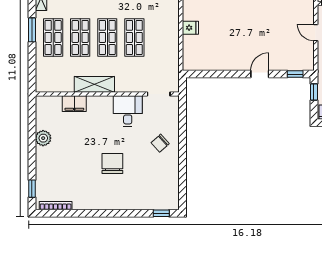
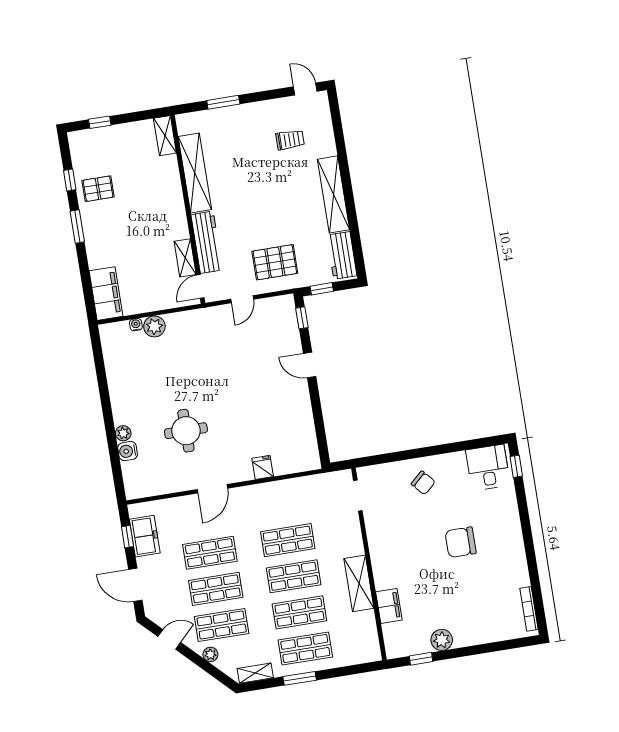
desk: (128, 111) -> (488, 468), moved, turned 90
window: (32, 189) -> (421, 659), moved

